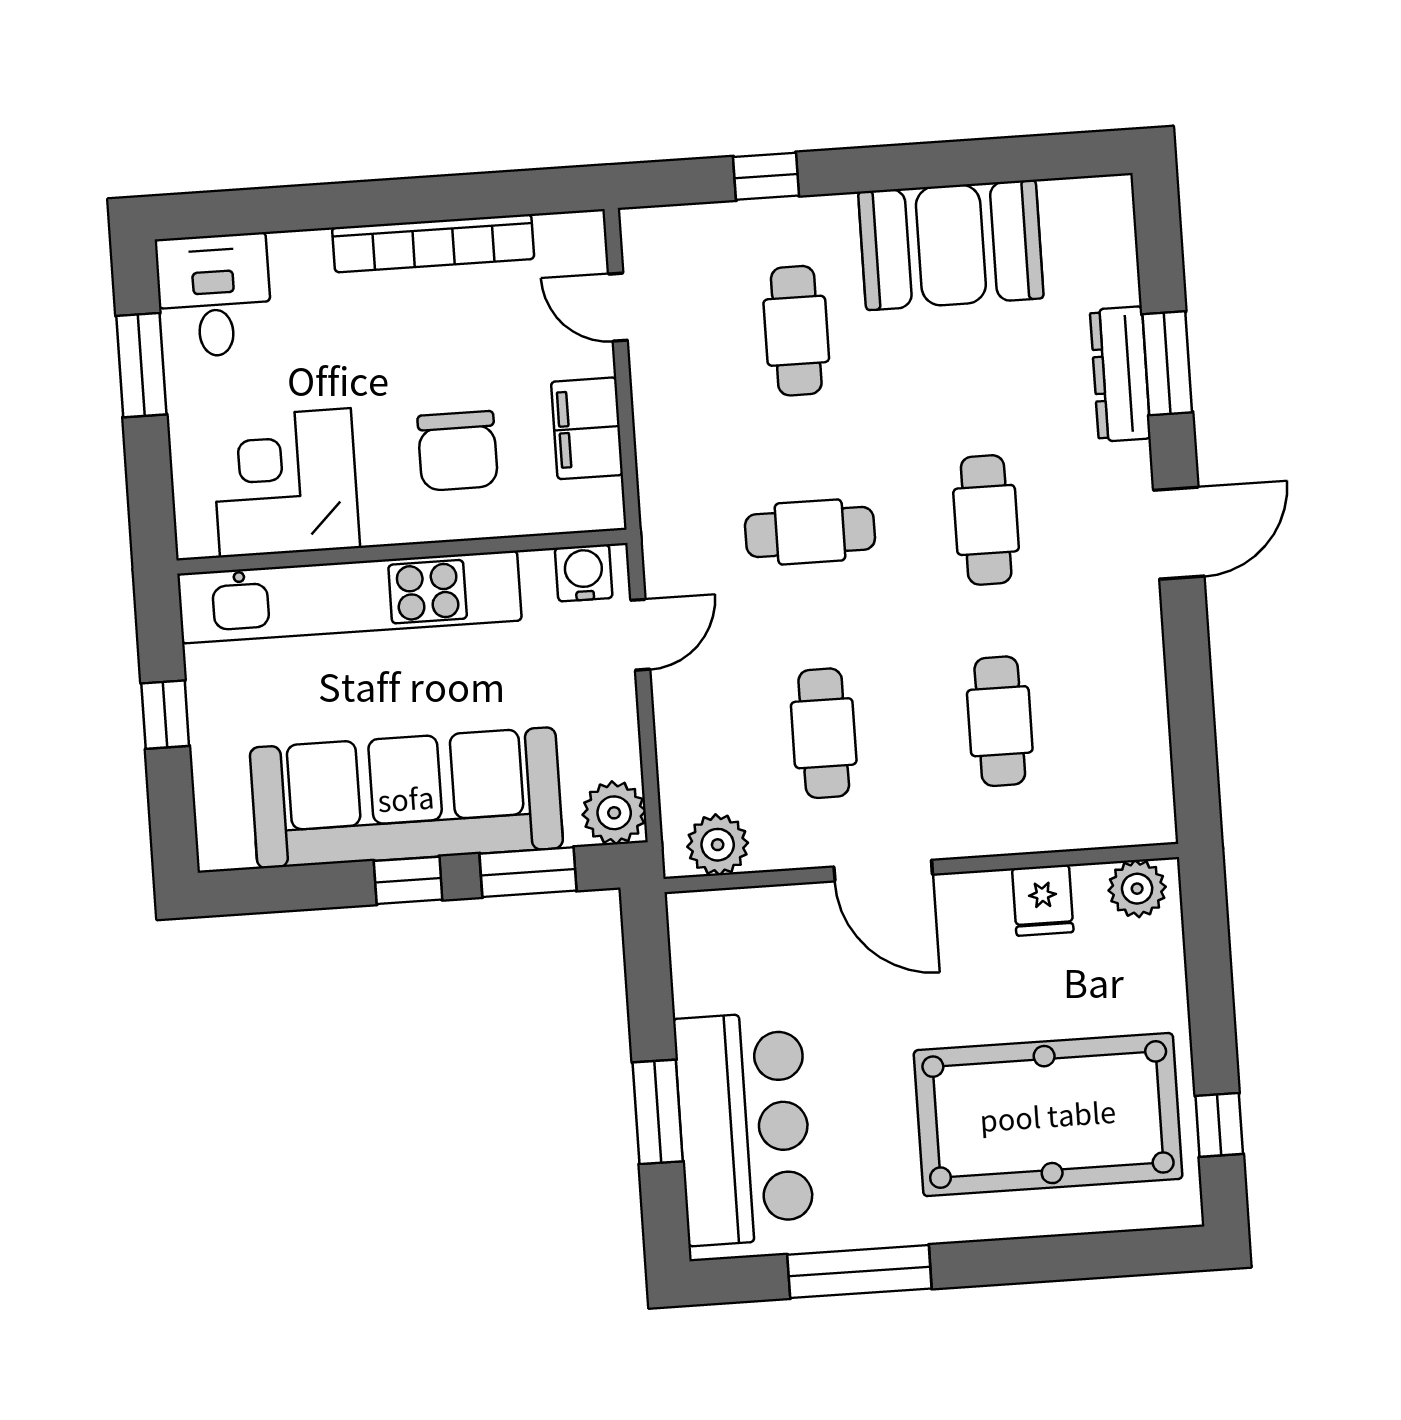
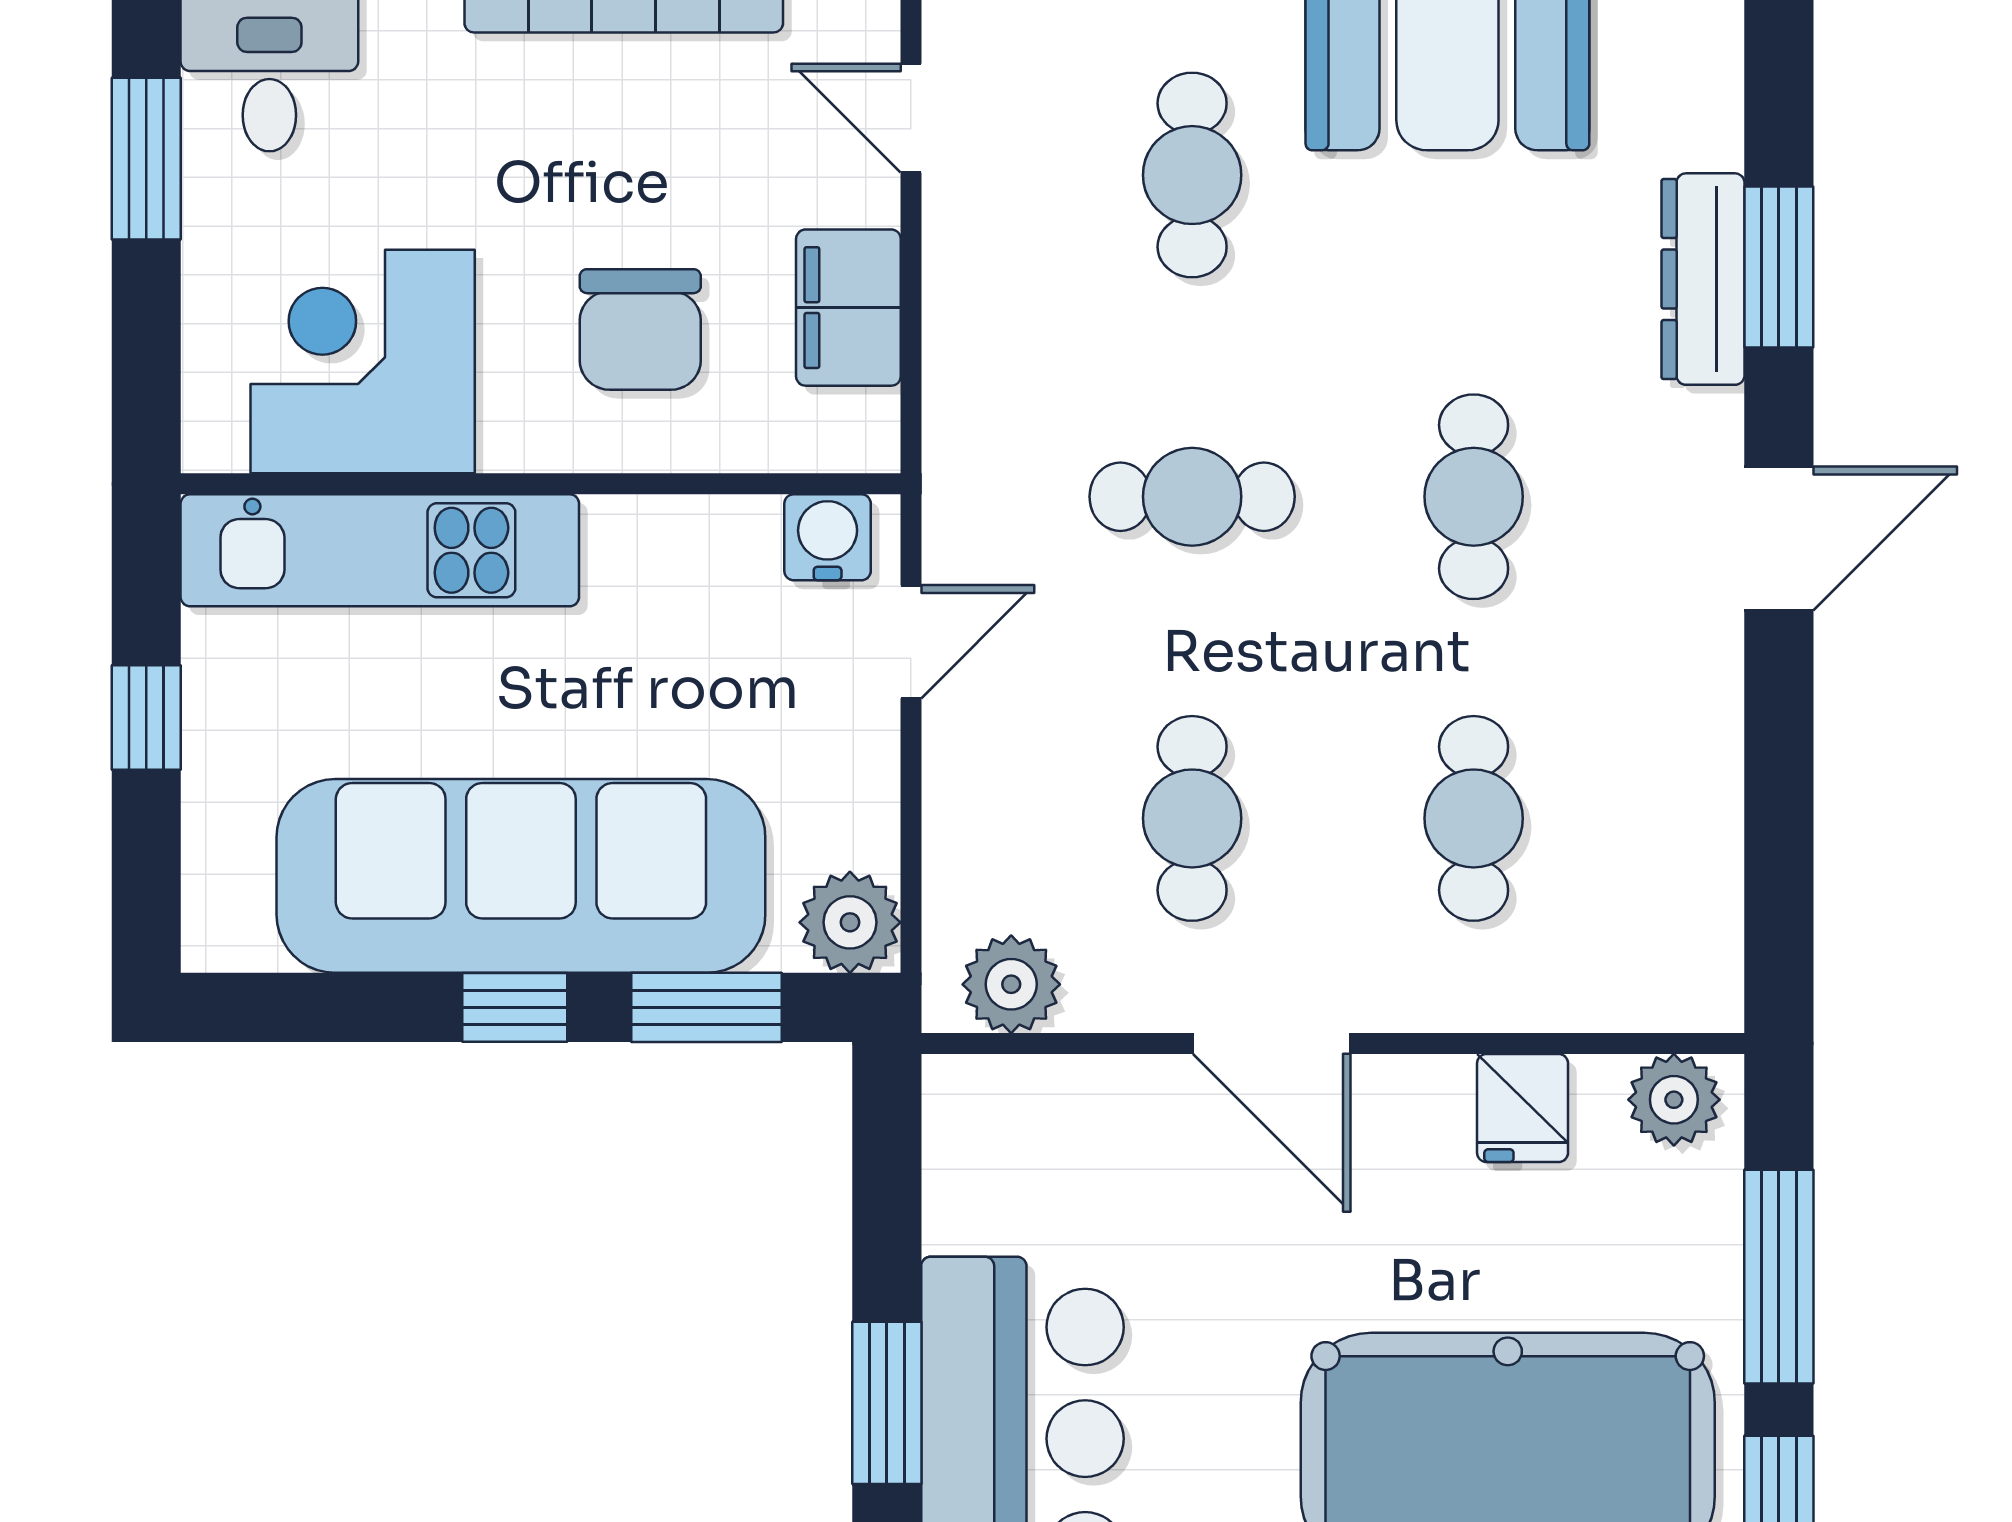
kitchen unit: (349, 597) -> (380, 550), width x0.73
window: (1210, 995) -> (1779, 1277), added

